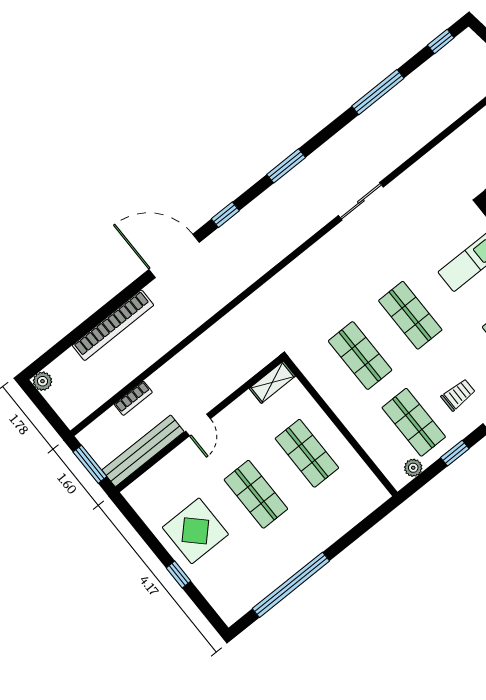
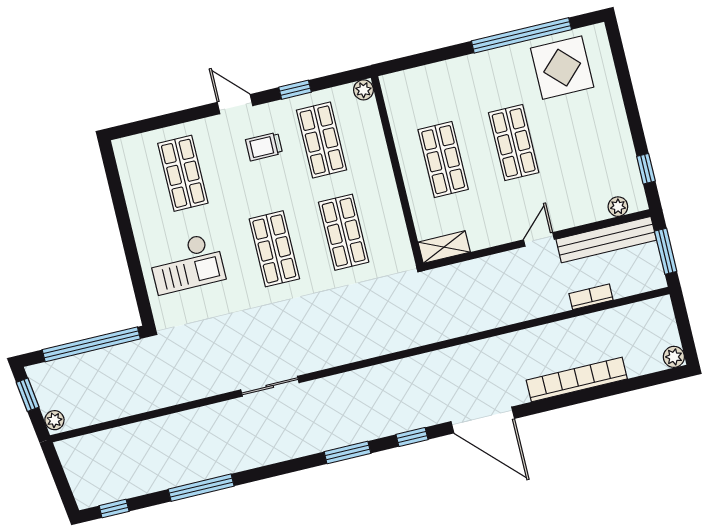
window: (286, 166) -> (347, 452), moved
plant: (413, 468) -> (363, 90), moved
plant: (146, 482) -> (618, 207), added
display table: (195, 531) -> (562, 68), moved
window: (179, 575) -> (646, 169), moved

